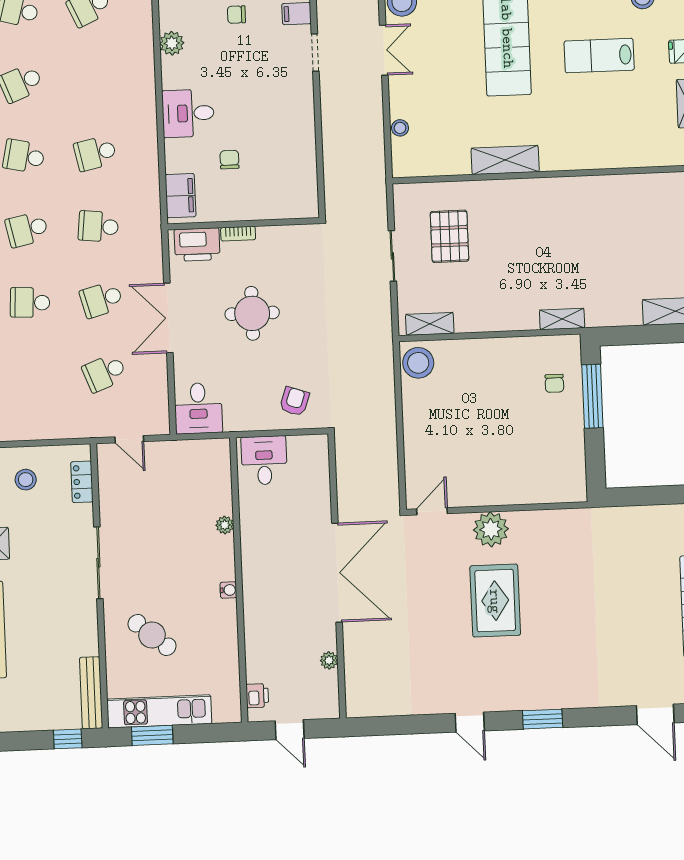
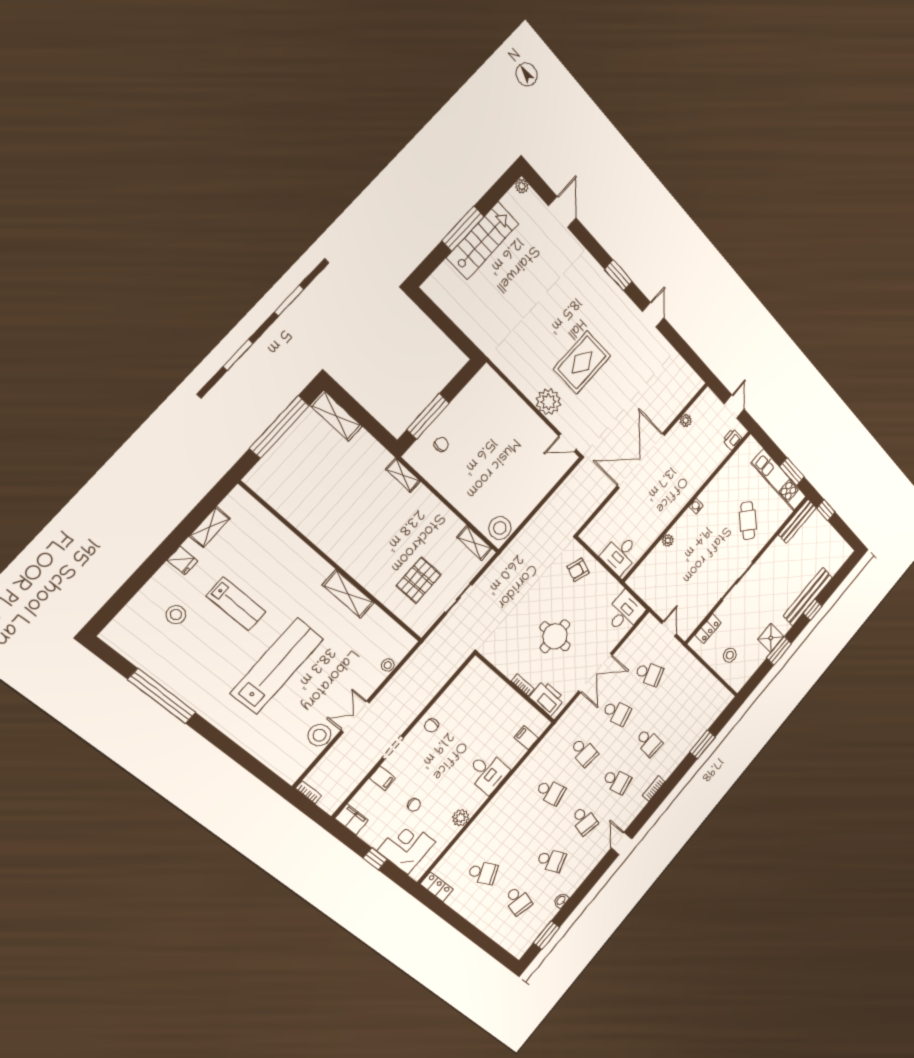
chair: (229, 160) -> (432, 725), moved
filing cabinet: (180, 196) -> (526, 738), width x0.50

